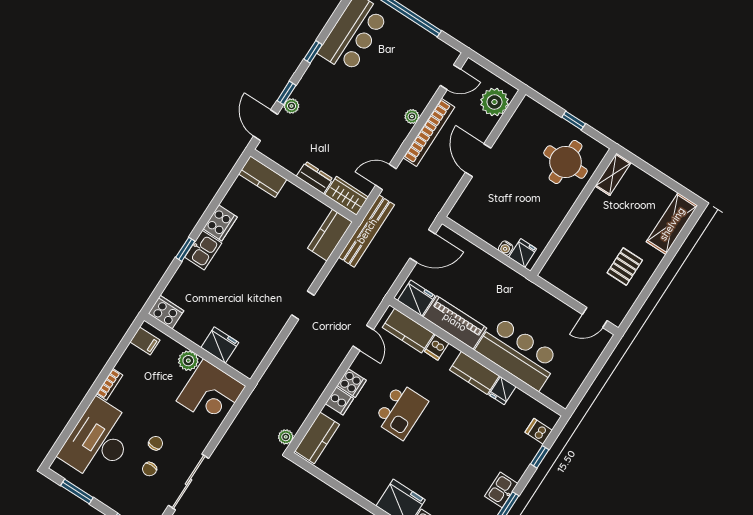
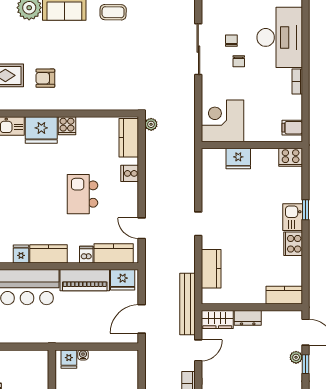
kitchen counter: (330, 235) -> (211, 269), moved
plant: (188, 361) -> (253, 134), removed
cooker: (352, 383) -> (67, 126), moved, turned -90

